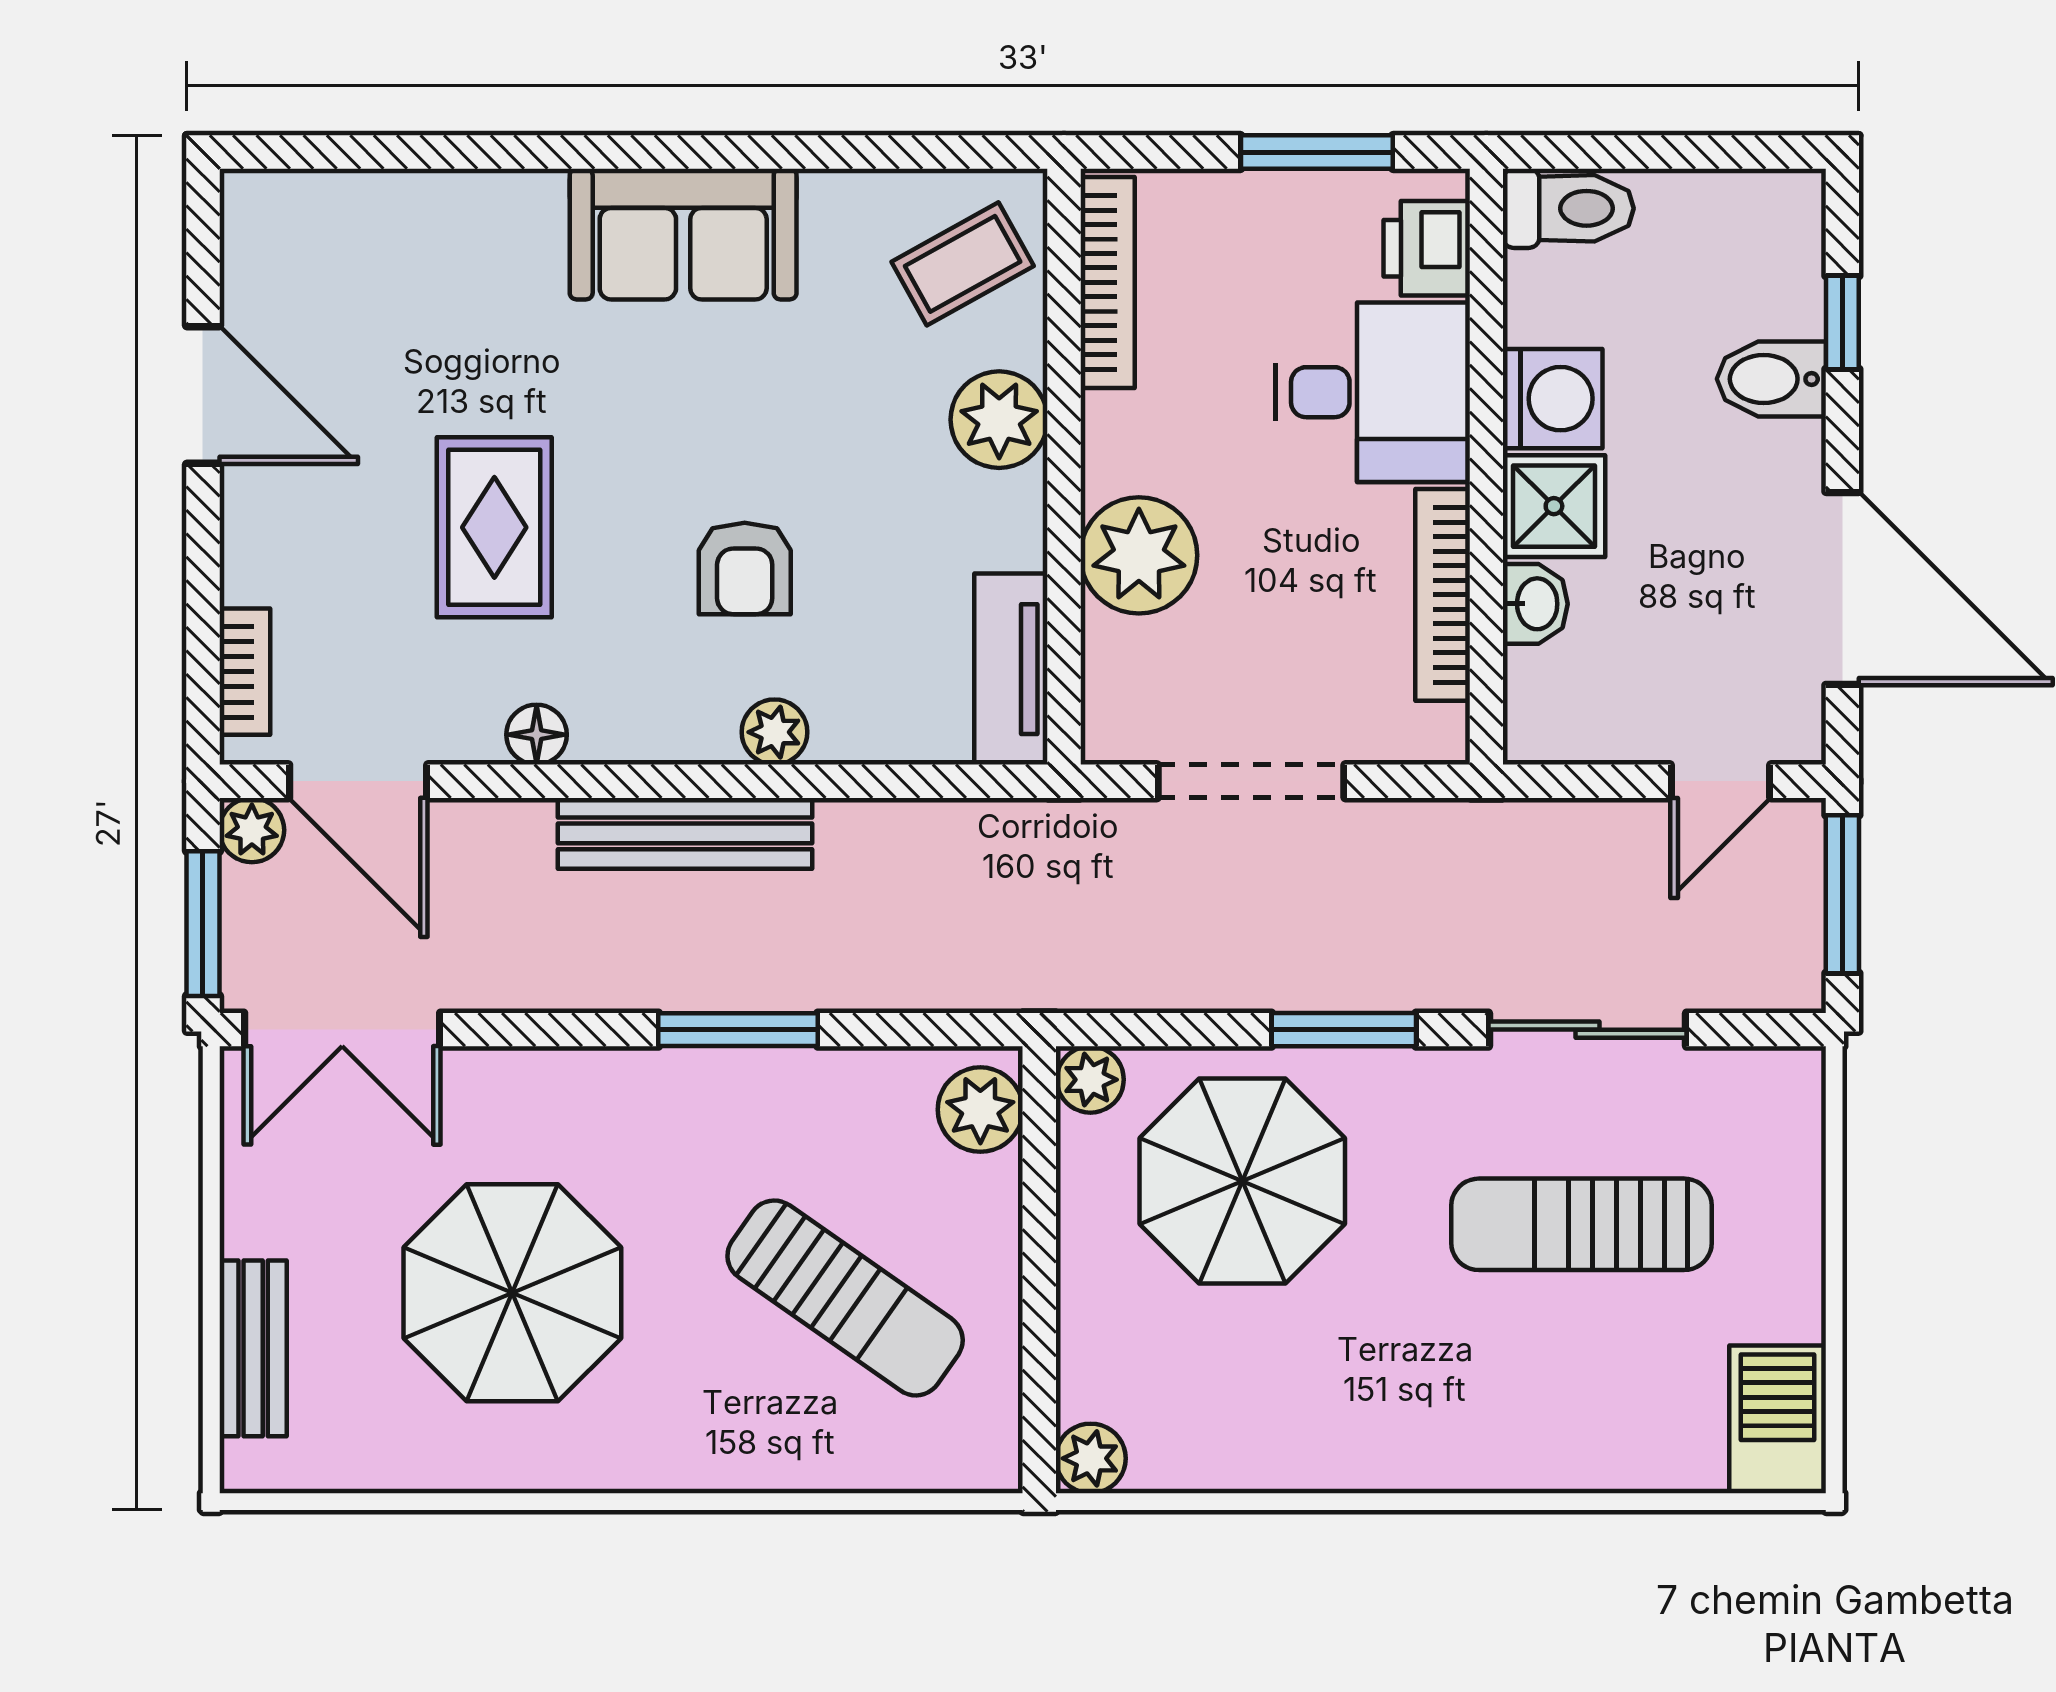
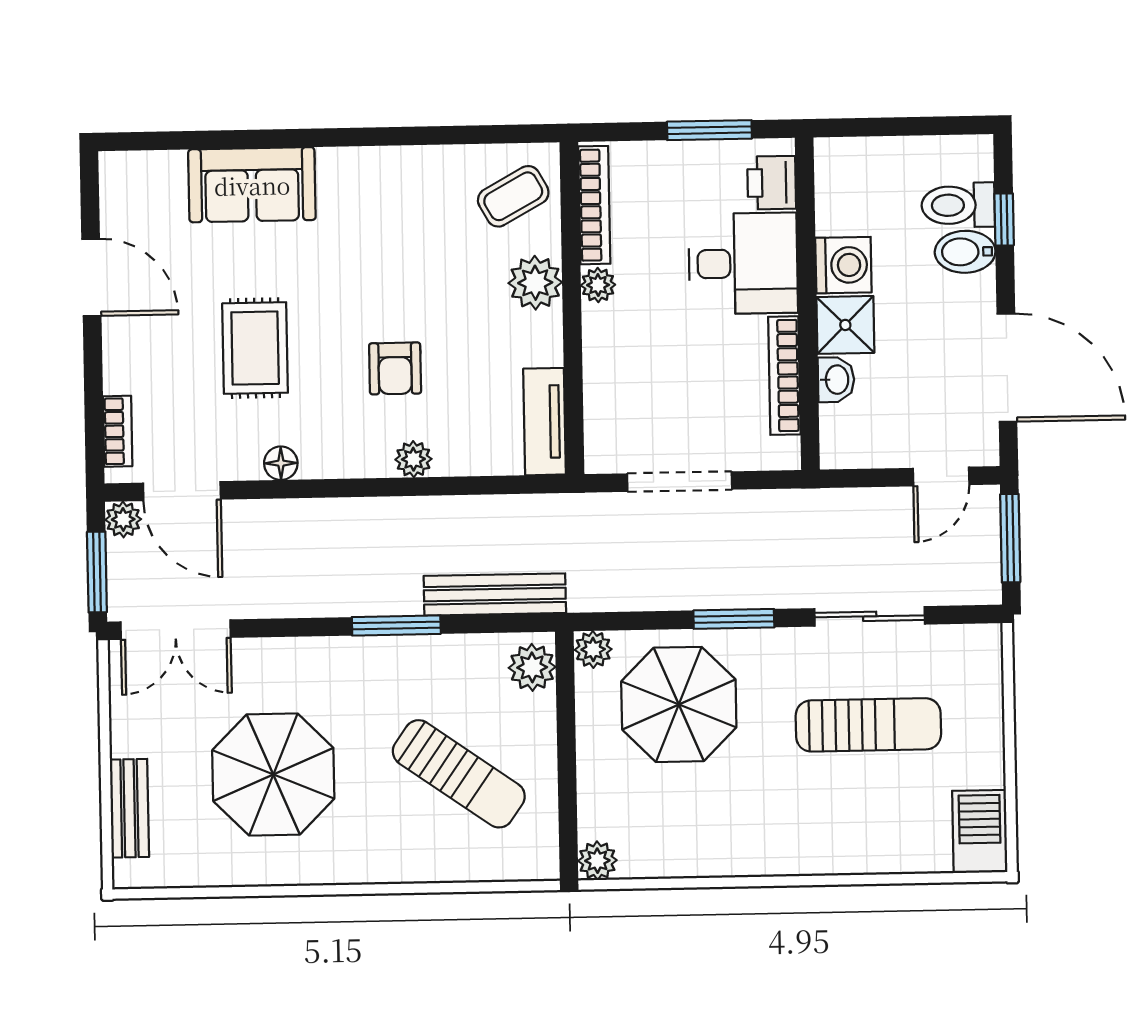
toilet: (1568, 208) -> (958, 205), moved, turned 180
sofa: (683, 234) -> (252, 185), moved
plant: (1139, 555) -> (598, 285), moved, width x0.53, depth x0.53
bench: (685, 833) -> (495, 594), moved
sun lounger: (1581, 1224) -> (868, 725), turned 180

